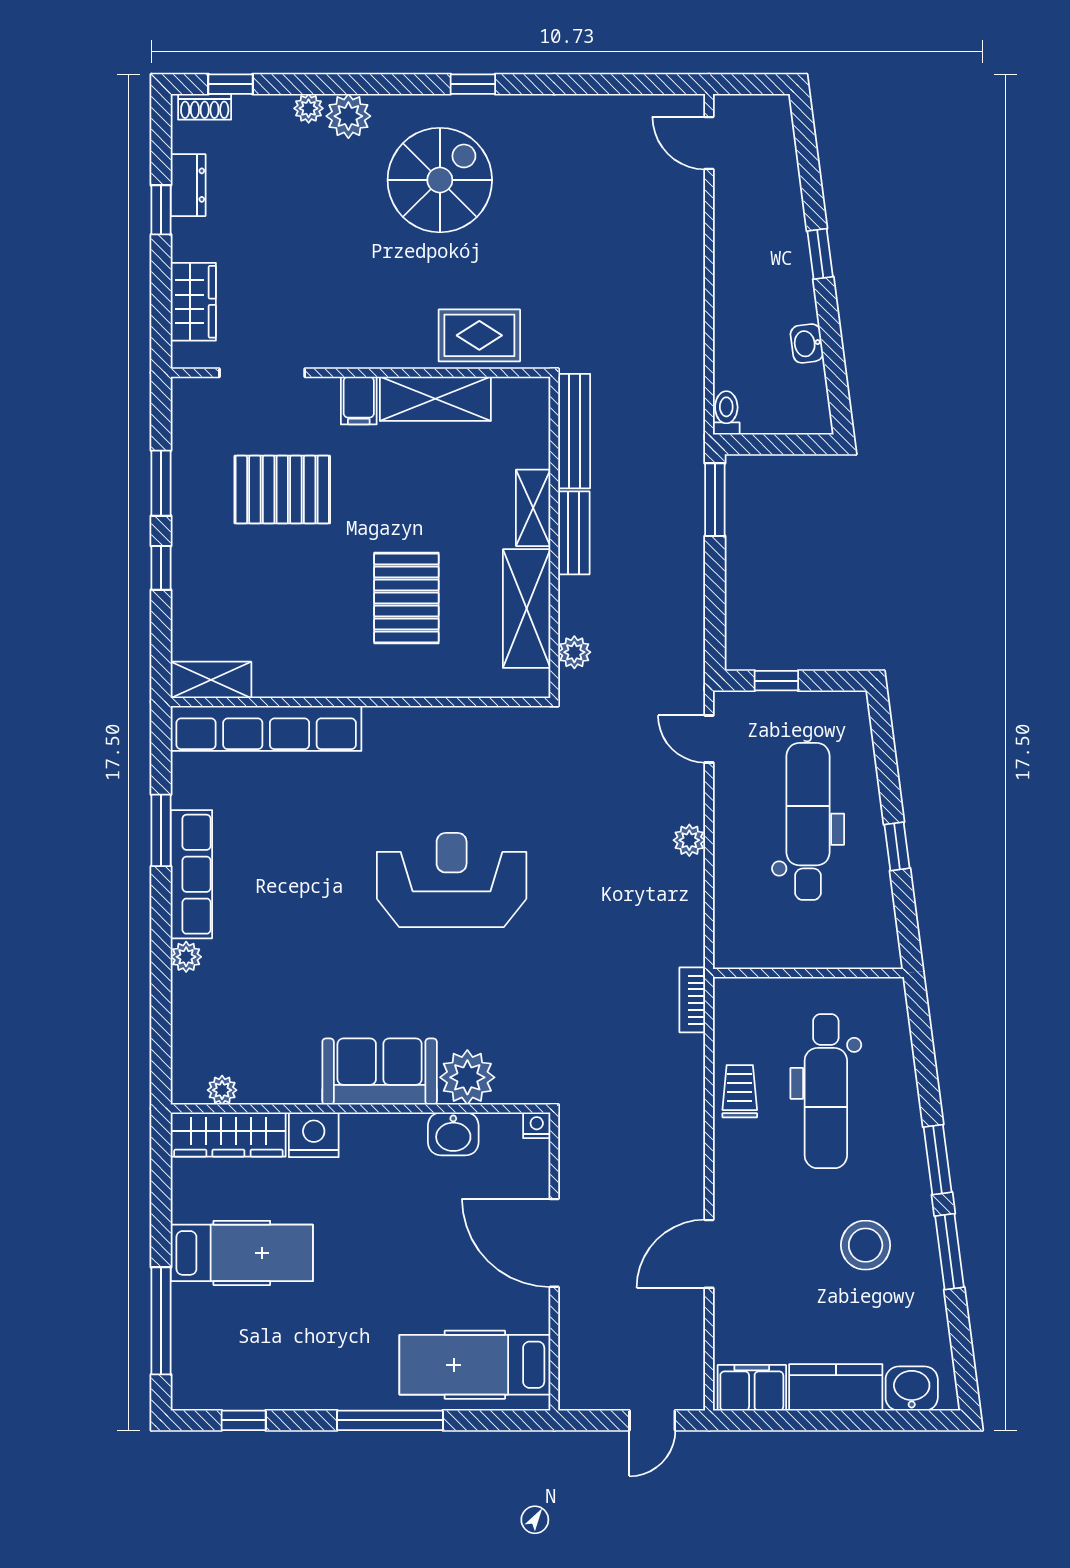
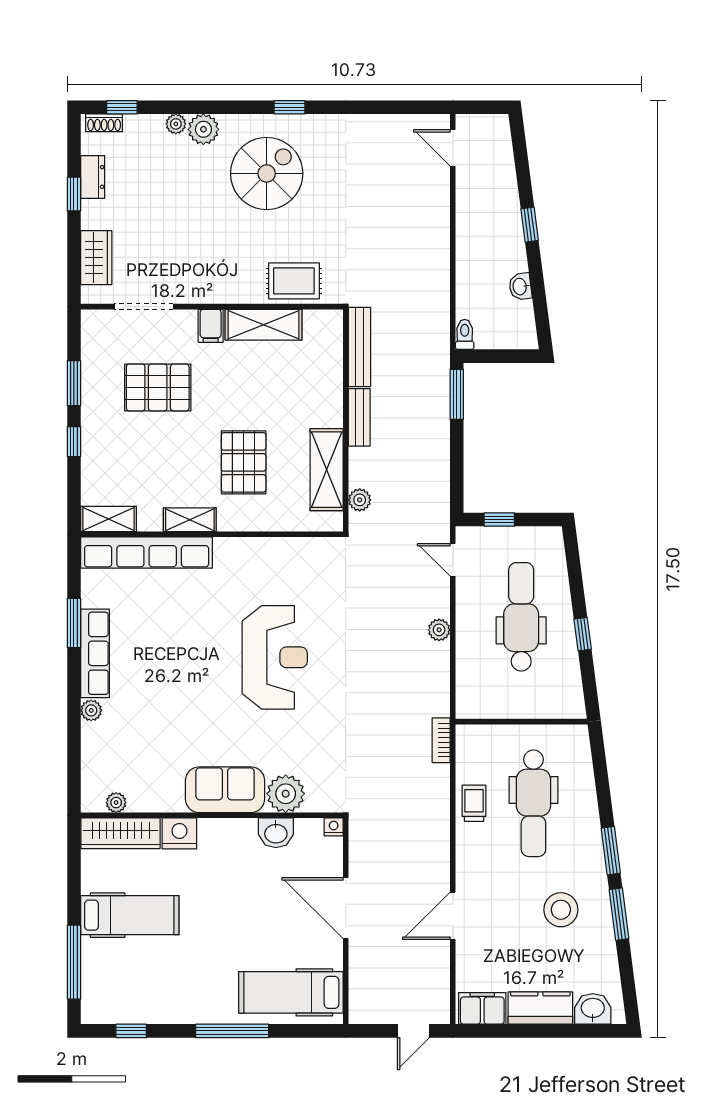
shelving: (533, 508) -> (190, 520), moved, turned 90
reception desk: (452, 880) -> (275, 657), turned 90

